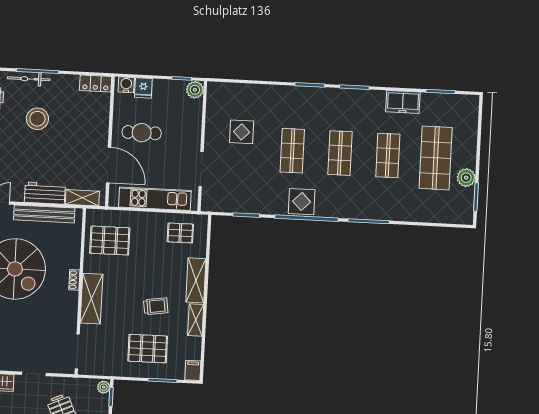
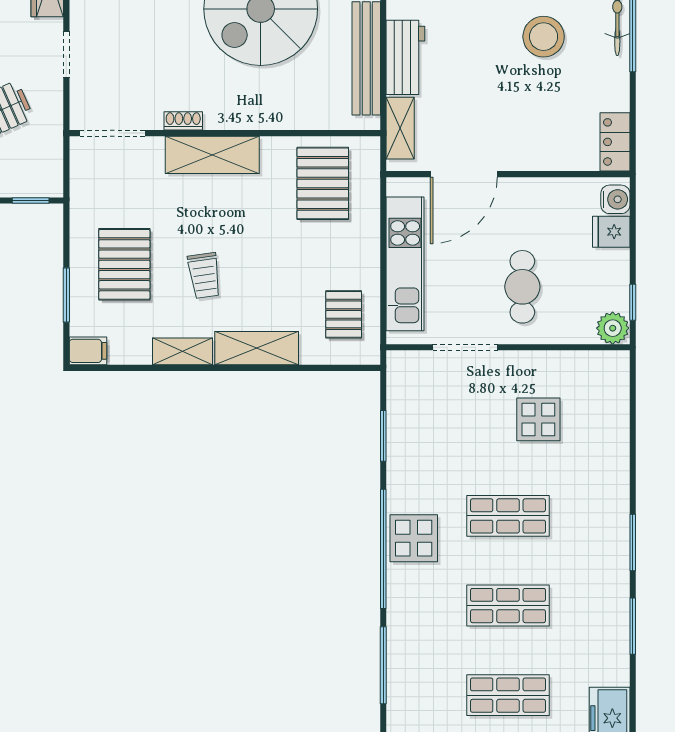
cafe table: (142, 133) -> (522, 287), moved
shoe rack: (74, 280) -> (183, 121), moved
plant: (104, 387) -> (48, 186), removed

